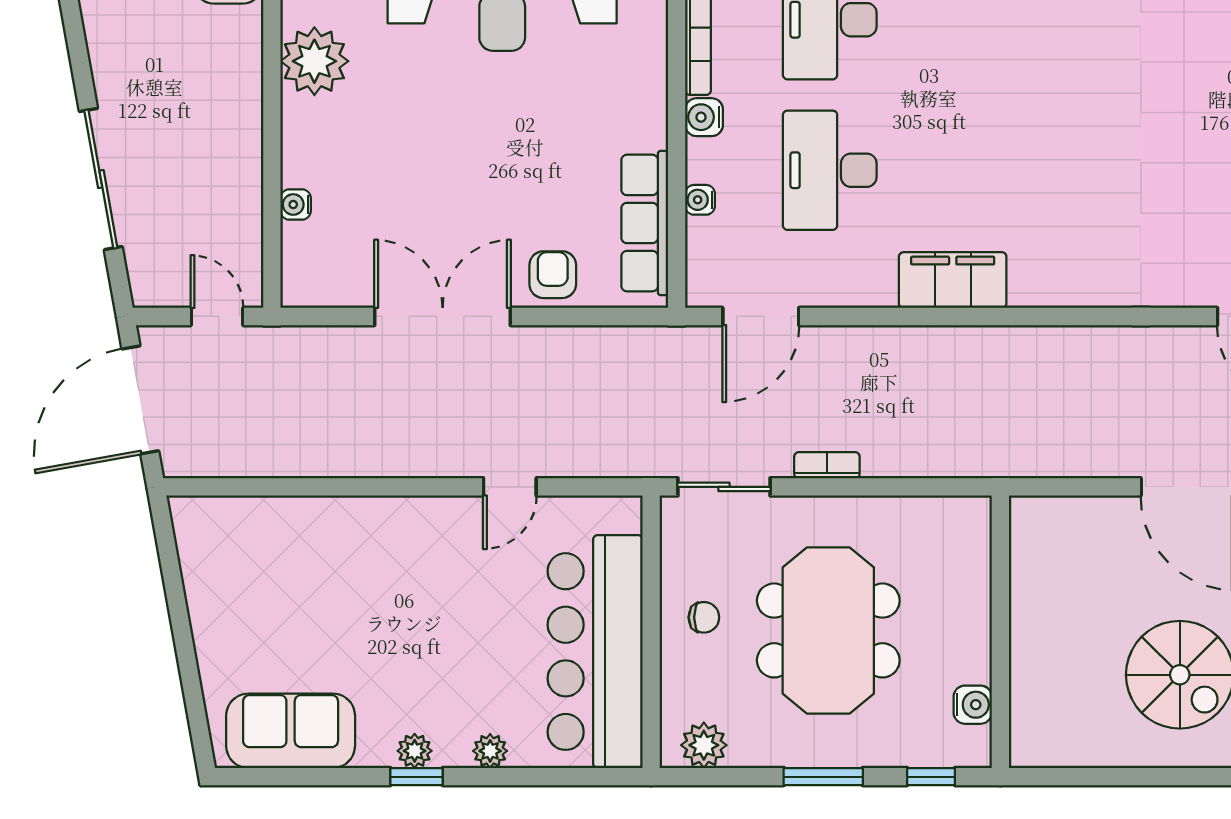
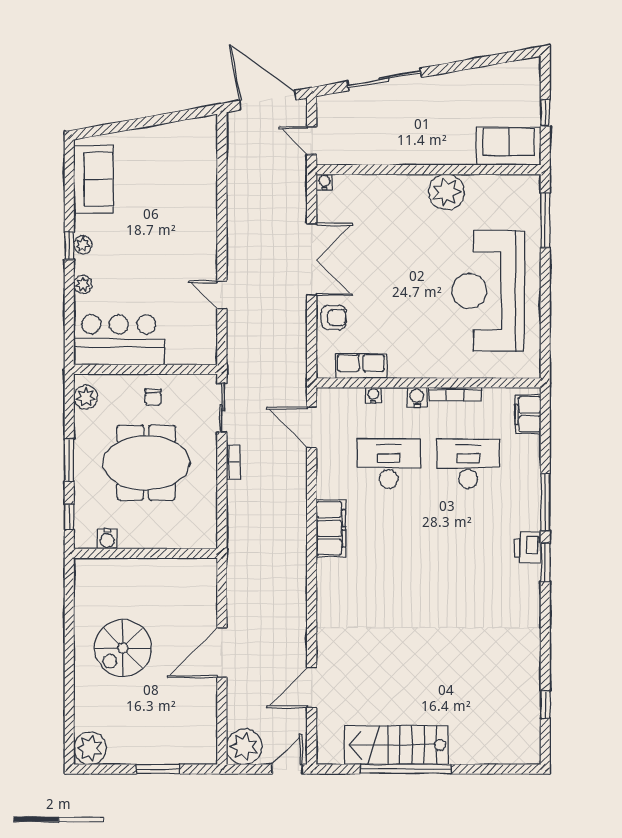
water cooler: (296, 205) -> (324, 182), moved
row of seats: (645, 223) -> (361, 366), width x0.68
door: (217, 316) -> (312, 141), swing flipped
bar counter: (595, 652) -> (119, 340), width x0.73

